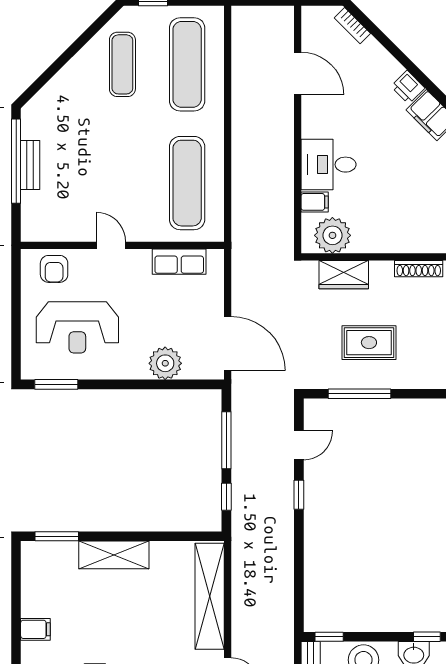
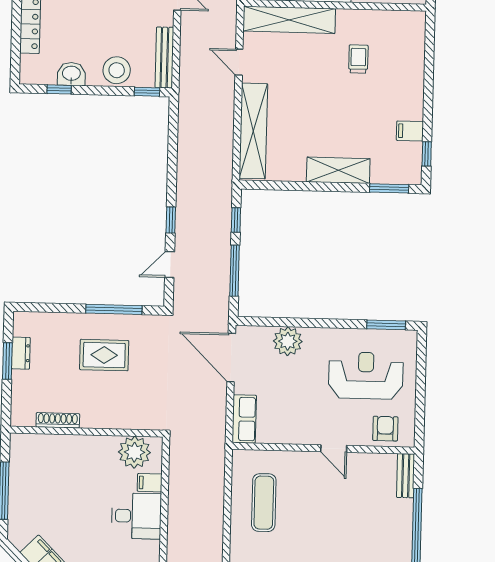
bench: (30, 165) -> (406, 476), moved
exercise mat: (187, 183) -> (264, 503), width x0.73, depth x0.69
row of seats: (179, 262) -> (244, 419), moved, turned 90
wardrobe: (344, 275) -> (125, 417), removed
window: (16, 576) -> (427, 154), added
filing cabinet: (35, 629) -> (410, 131), moved

